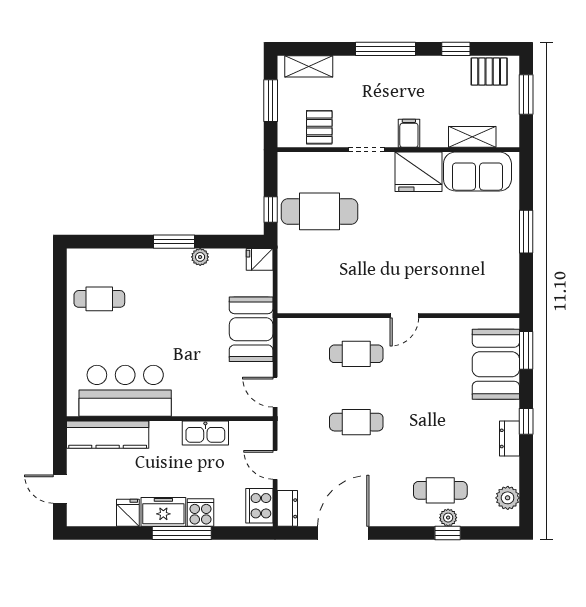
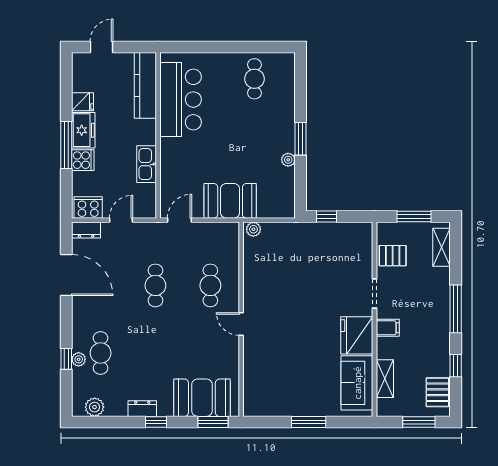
cafe table: (320, 211) -> (325, 256), removed
fridge: (260, 259) -> (286, 208), removed
plant: (286, 300) -> (253, 229), added

